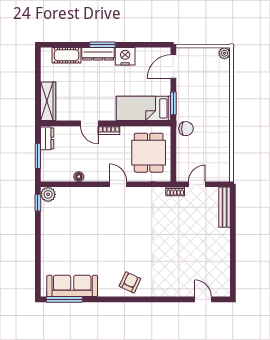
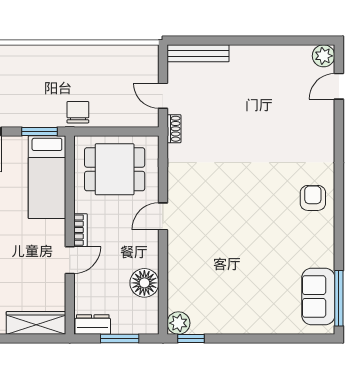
floor lamp: (79, 177) -> (144, 283), width x1.89, depth x1.89
armchair: (130, 282) -> (313, 198), turned 65
sofa: (72, 286) -> (318, 297), width x0.73
plant: (223, 289) -> (324, 56), added

